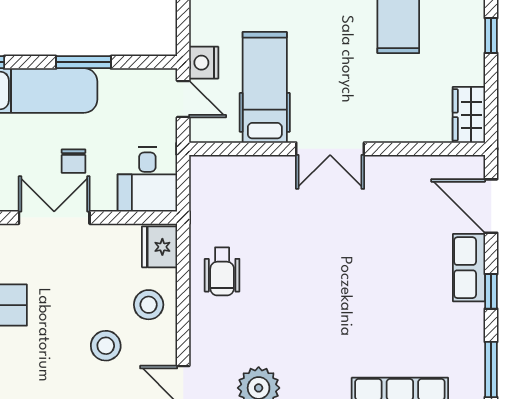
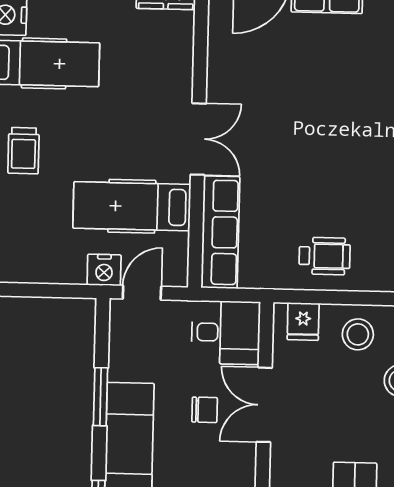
row of seats: (242, 172) -> (220, 232), added
double door: (54, 218) -> (264, 405), moved
fridge: (160, 247) -> (303, 322), width x0.72

